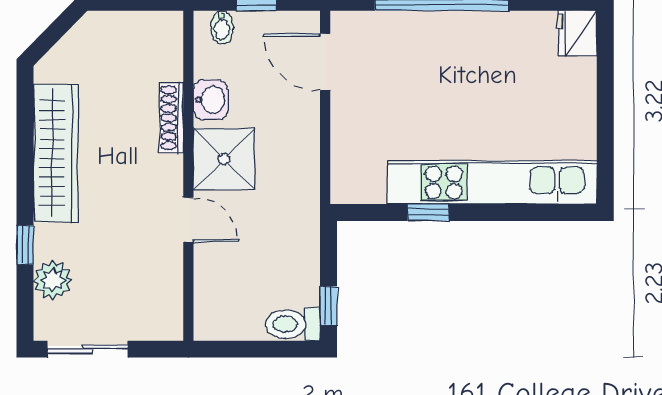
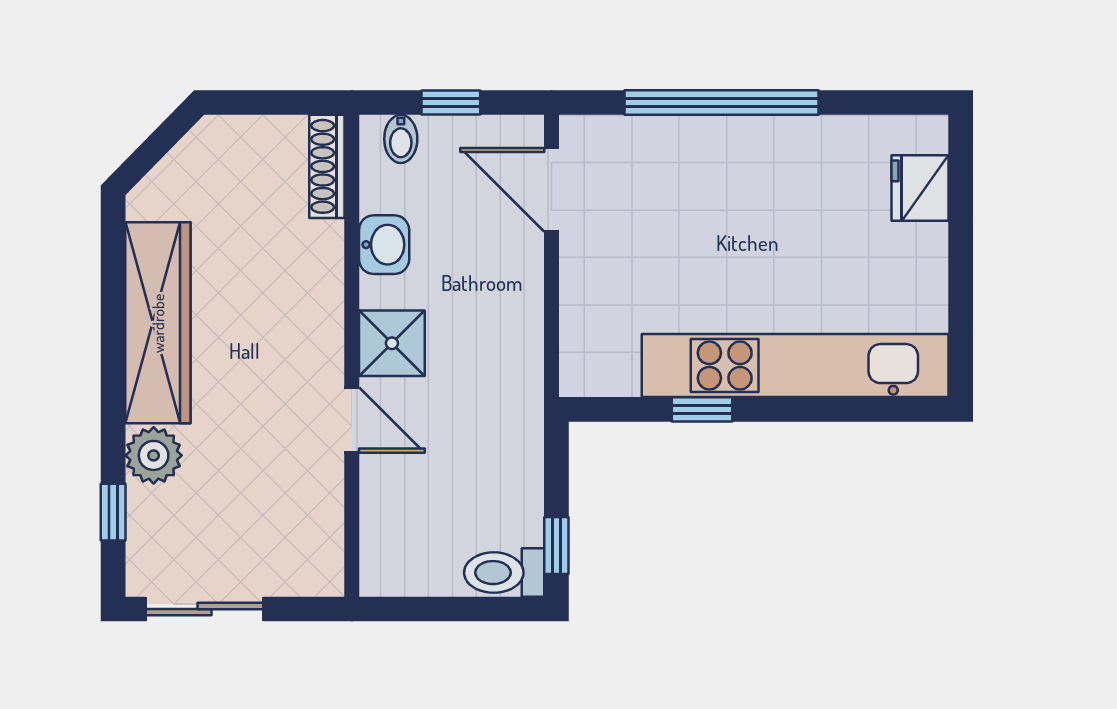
fridge: (577, 33) -> (920, 188), moved
shoe rack: (171, 118) -> (327, 166), moved
shower: (224, 159) -> (392, 343), width x0.73, depth x0.73
window: (25, 245) -> (113, 512), moved
plant: (53, 280) -> (154, 455), moved

